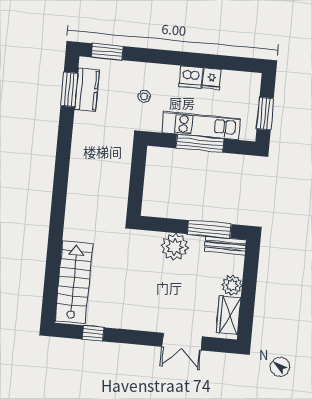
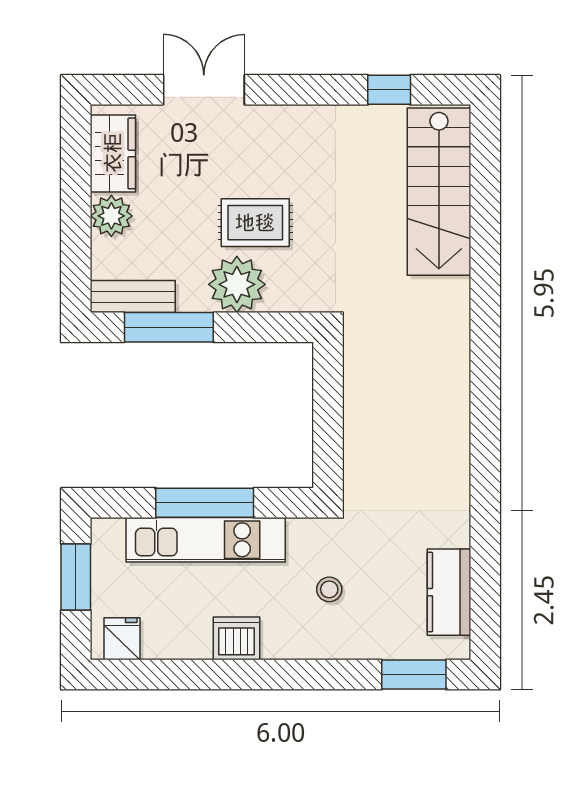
fridge: (212, 79) -> (122, 639), moved
window: (69, 89) -> (485, 589), removed
rug: (163, 276) -> (255, 223), added

